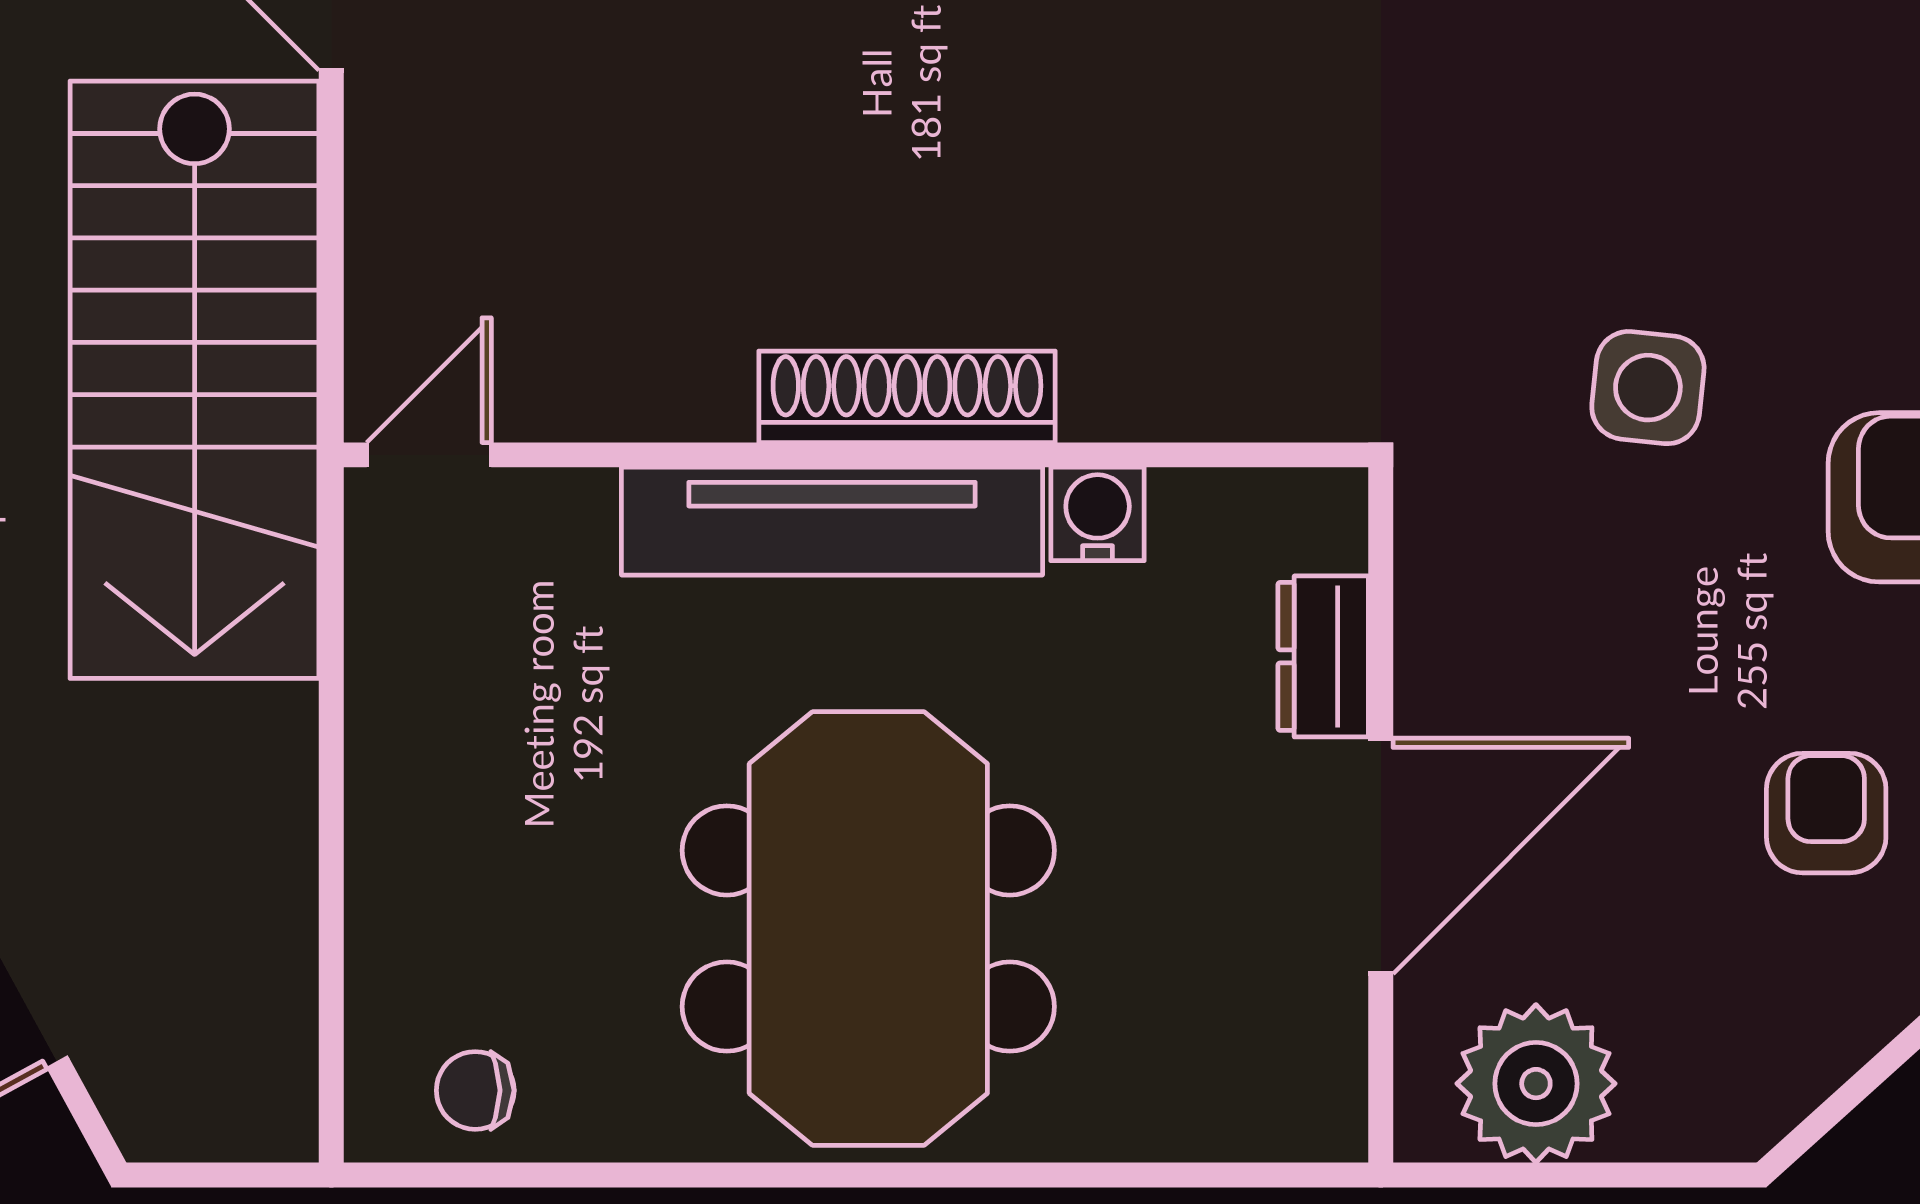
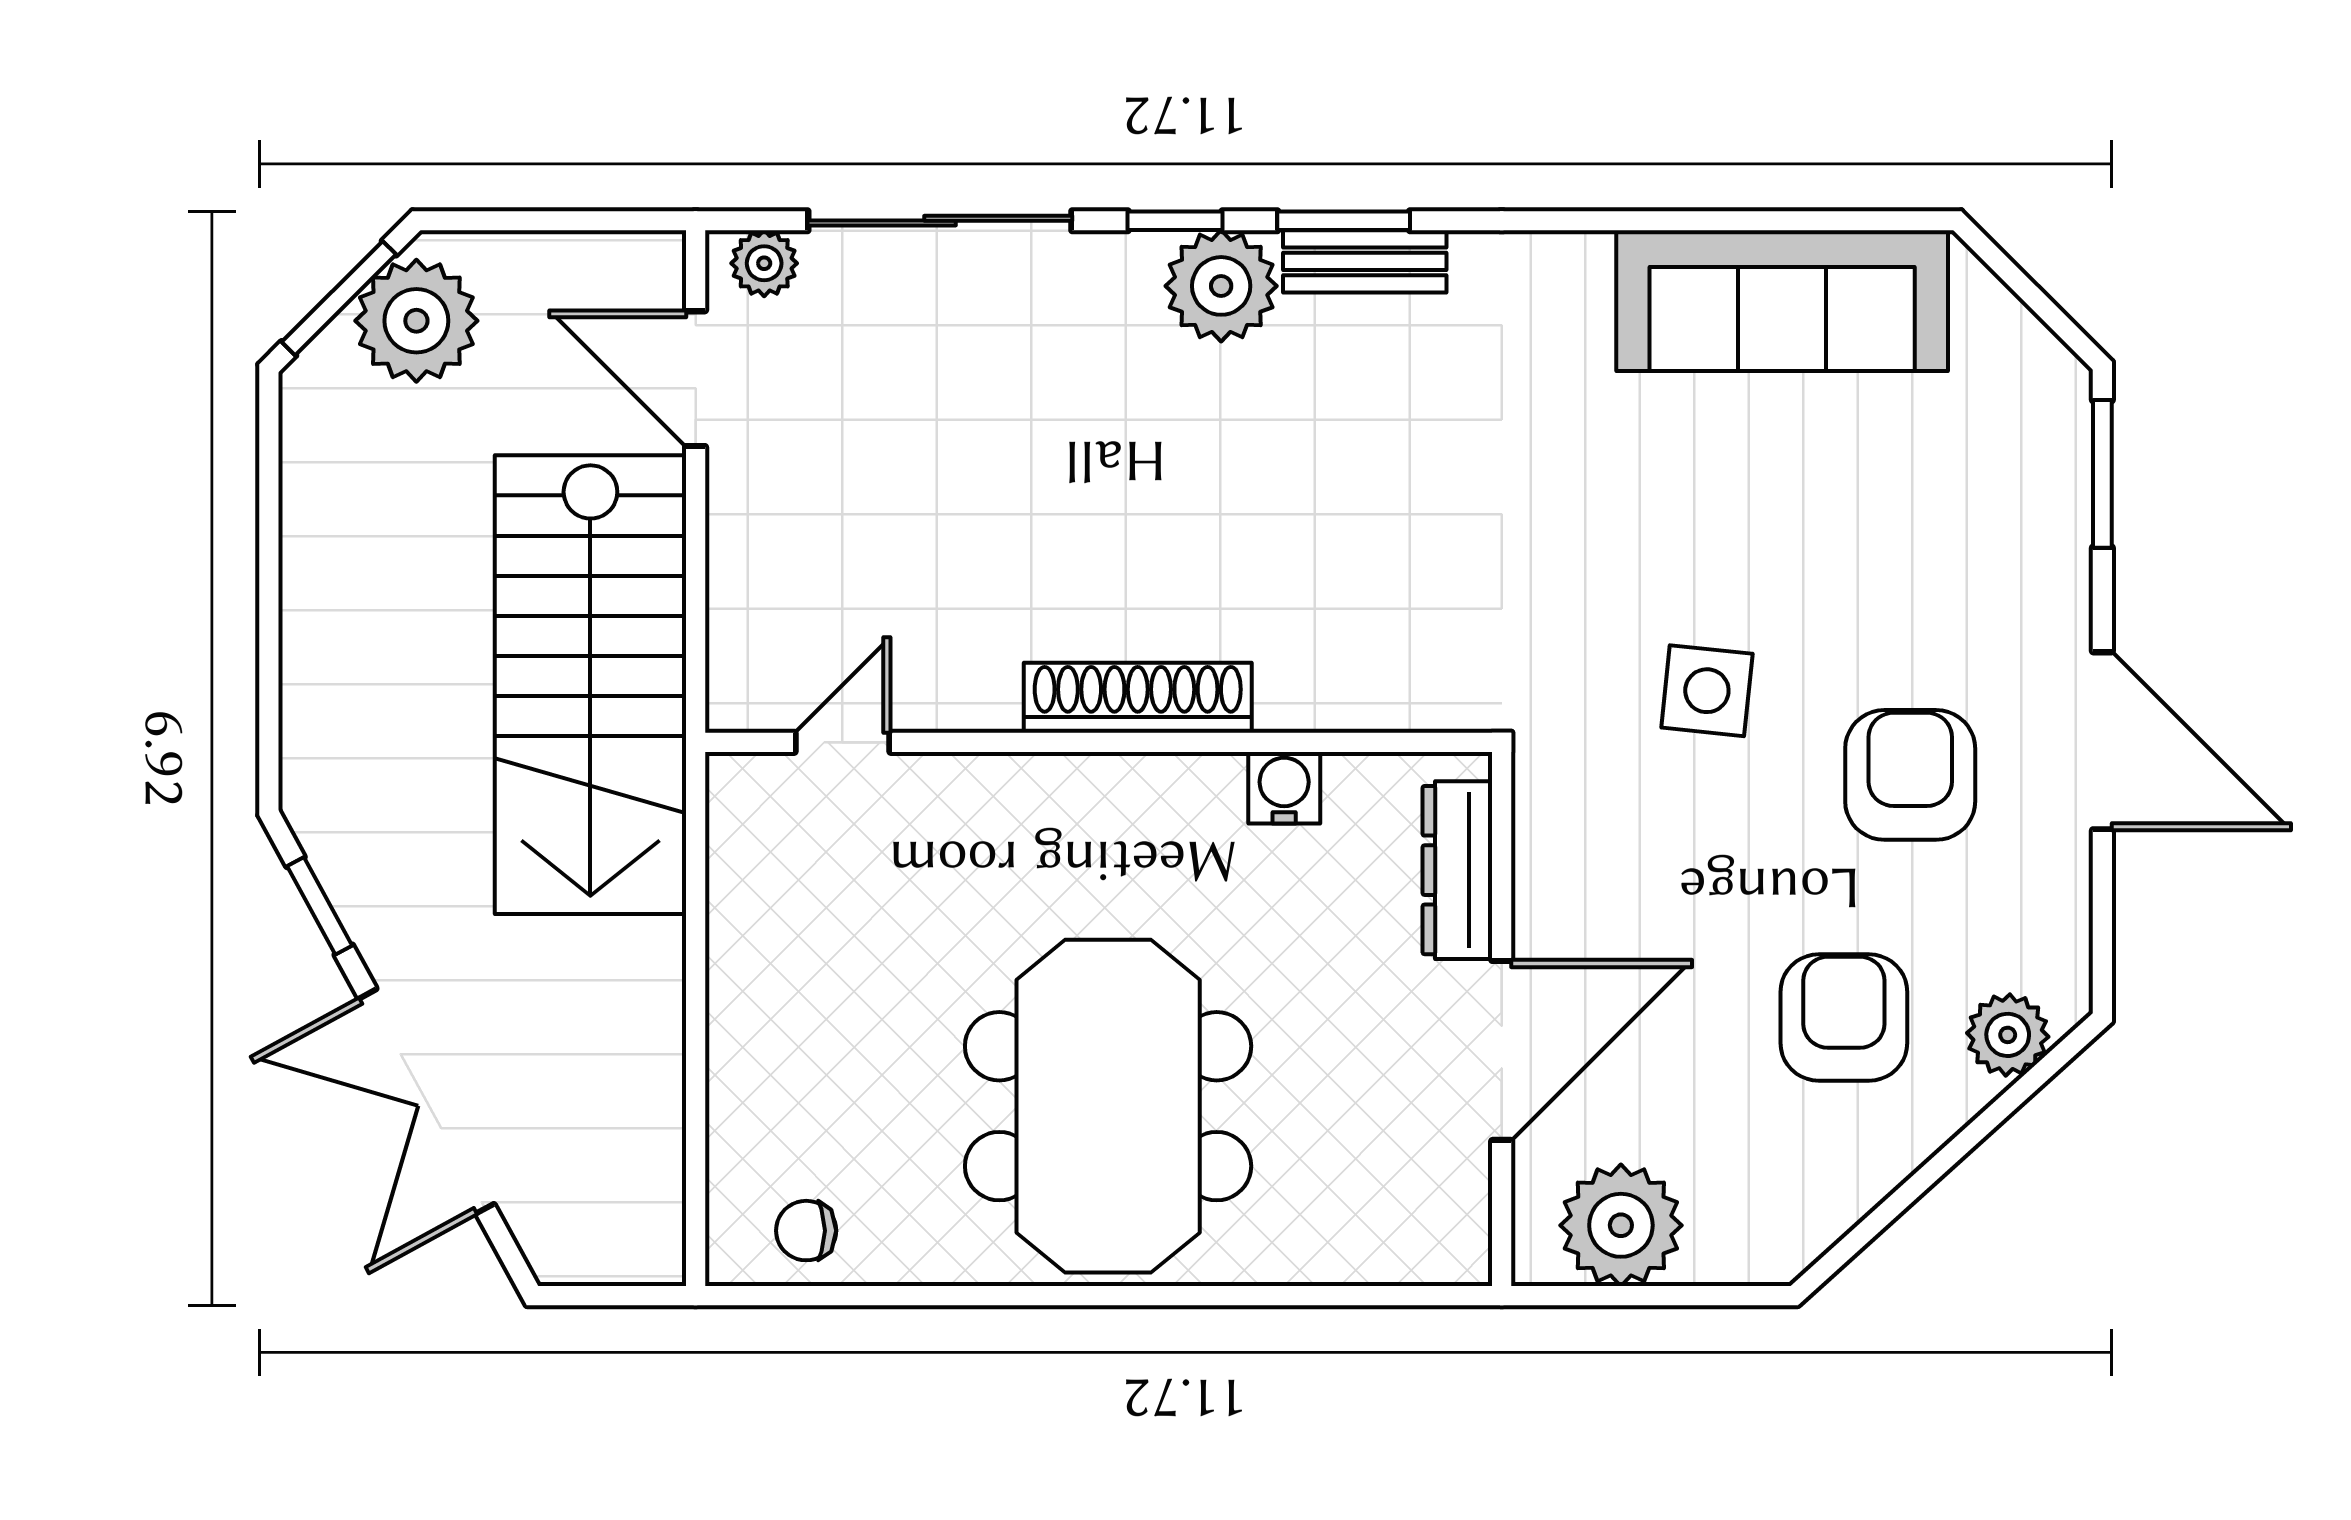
door: (429, 455) -> (842, 742), moved
tv unit: (832, 521) -> (1080, 793), removed
dresser: (1323, 656) -> (1457, 870), width x1.44
armchair: (1826, 813) -> (1844, 1017), width x1.38, depth x1.38

